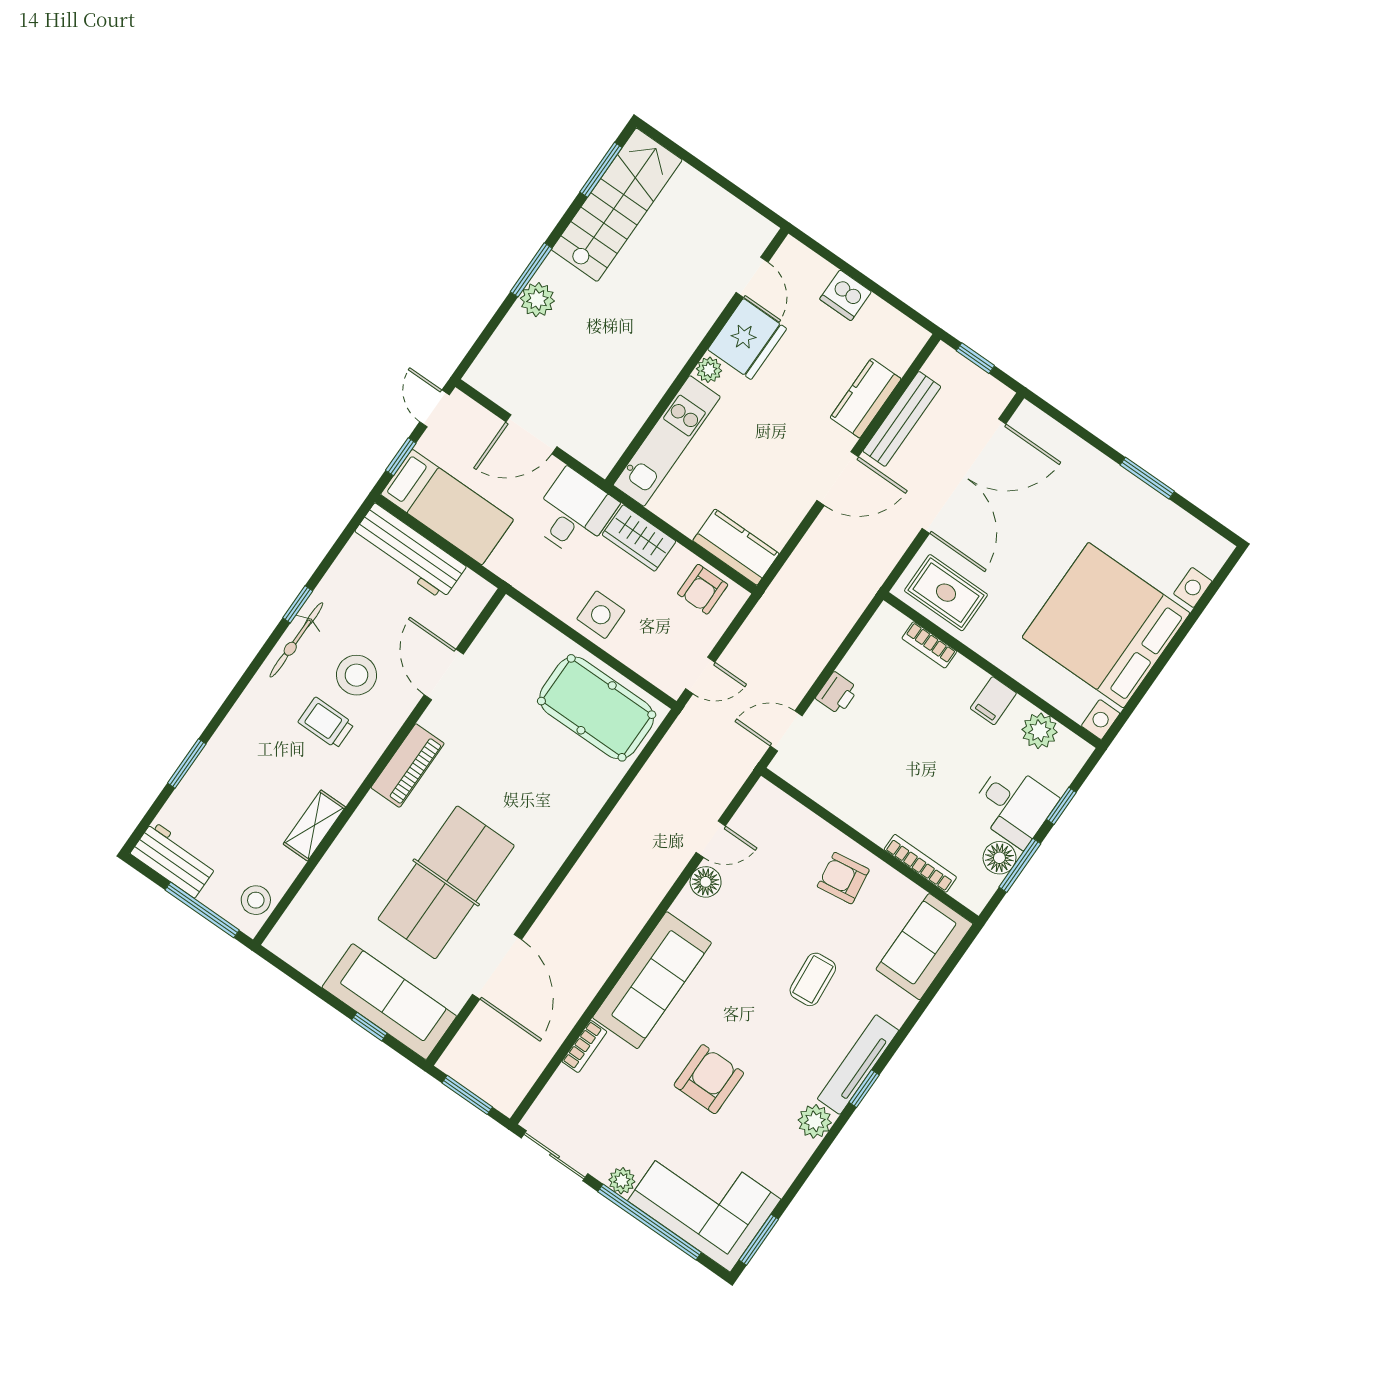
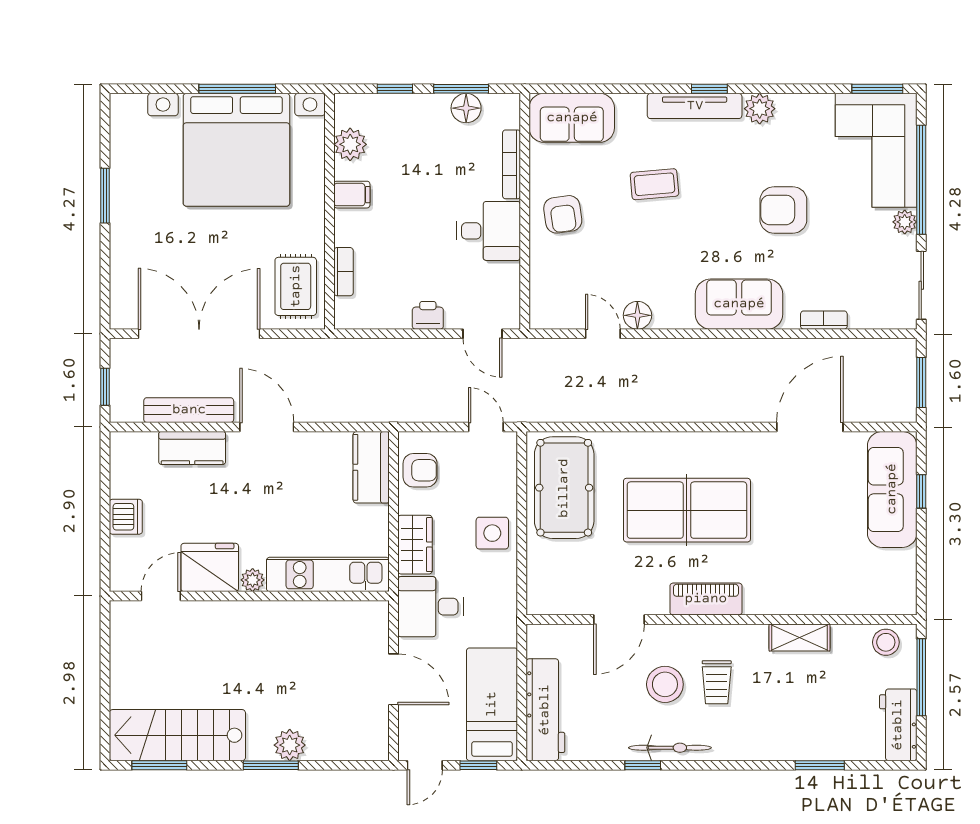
window: (1160, 664) -> (237, 89), added
desk: (1013, 805) -> (488, 231), moved, turned 90
table tennis table: (446, 882) -> (687, 510), moved
sofa: (652, 980) -> (739, 304), width x0.73

